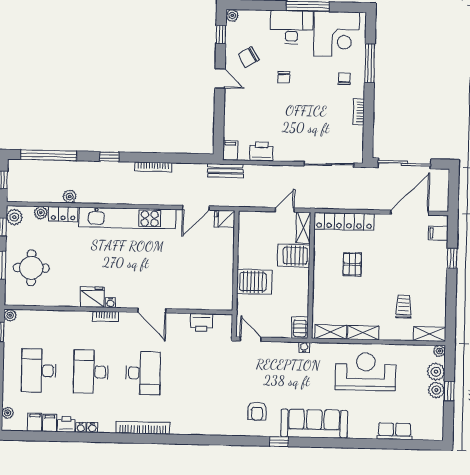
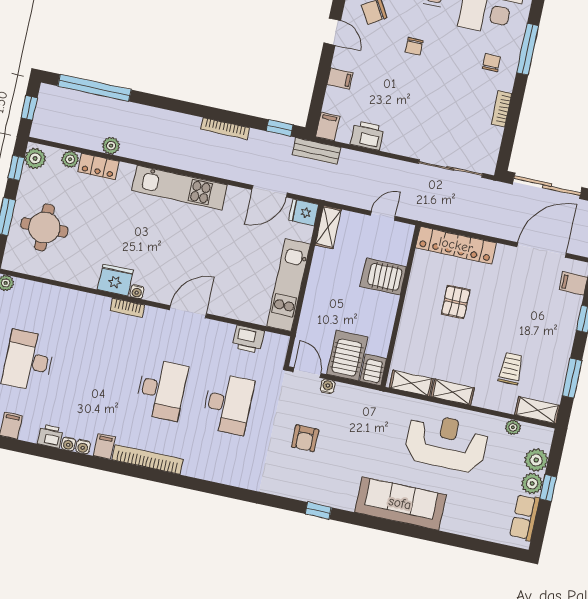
filing cabinet: (233, 113) -> (340, 79), added
window: (109, 157) -> (280, 128), moved
kitchen unit: (127, 218) -> (179, 188), width x0.73
shelving: (303, 228) -> (328, 227), moved
kitchen unit: (224, 276) -> (288, 285), added
server rack: (254, 282) -> (347, 356), moved, turned -90
window: (451, 305) -> (572, 378), added
door: (152, 310) -> (188, 312), swing flipped
water cooler: (304, 347) -> (328, 386), moved
plant: (439, 351) -> (513, 427), moved
desk: (91, 372) -> (228, 404), moved, turned 180
armchair: (257, 411) -> (305, 438), moved
filing cabinet: (50, 423) -> (104, 446), moved
sofa: (314, 424) -> (400, 503), moved
row of seats: (394, 431) -> (525, 517), moved, turned -90

